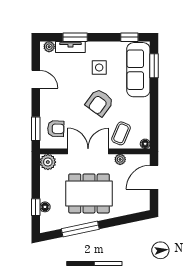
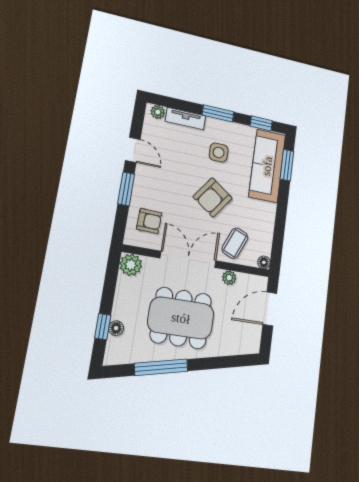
window: (75, 37) -> (218, 113), moved
window: (36, 129) -> (126, 189), moved

